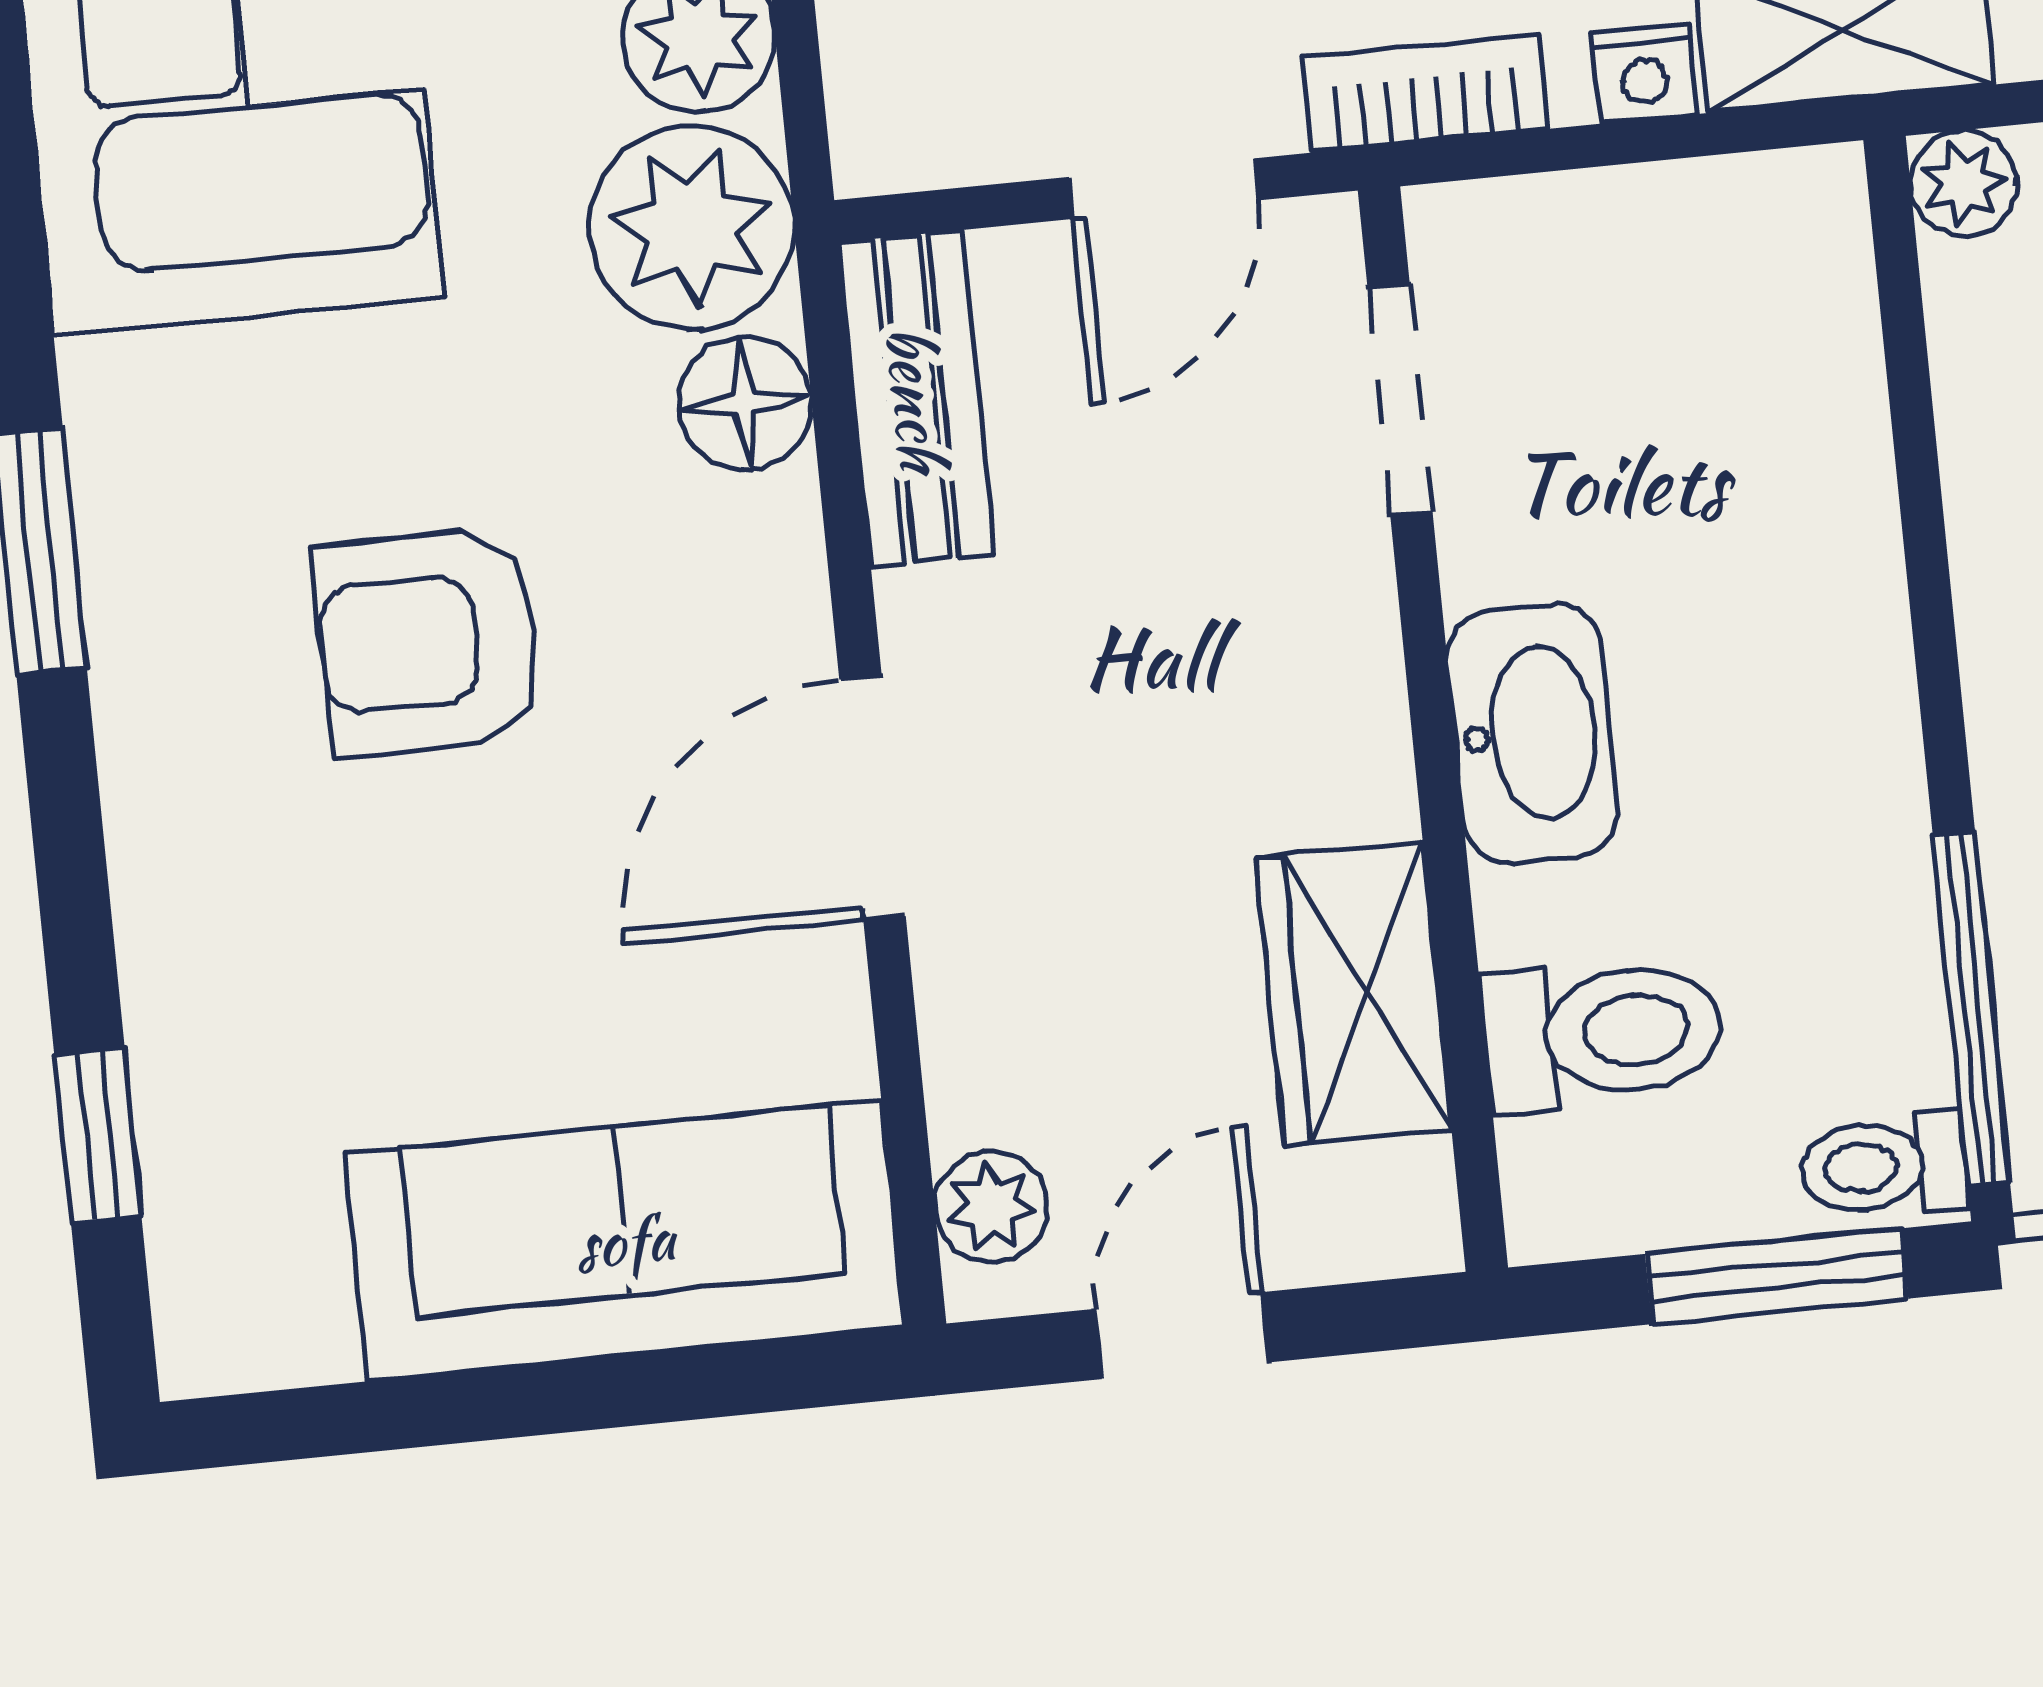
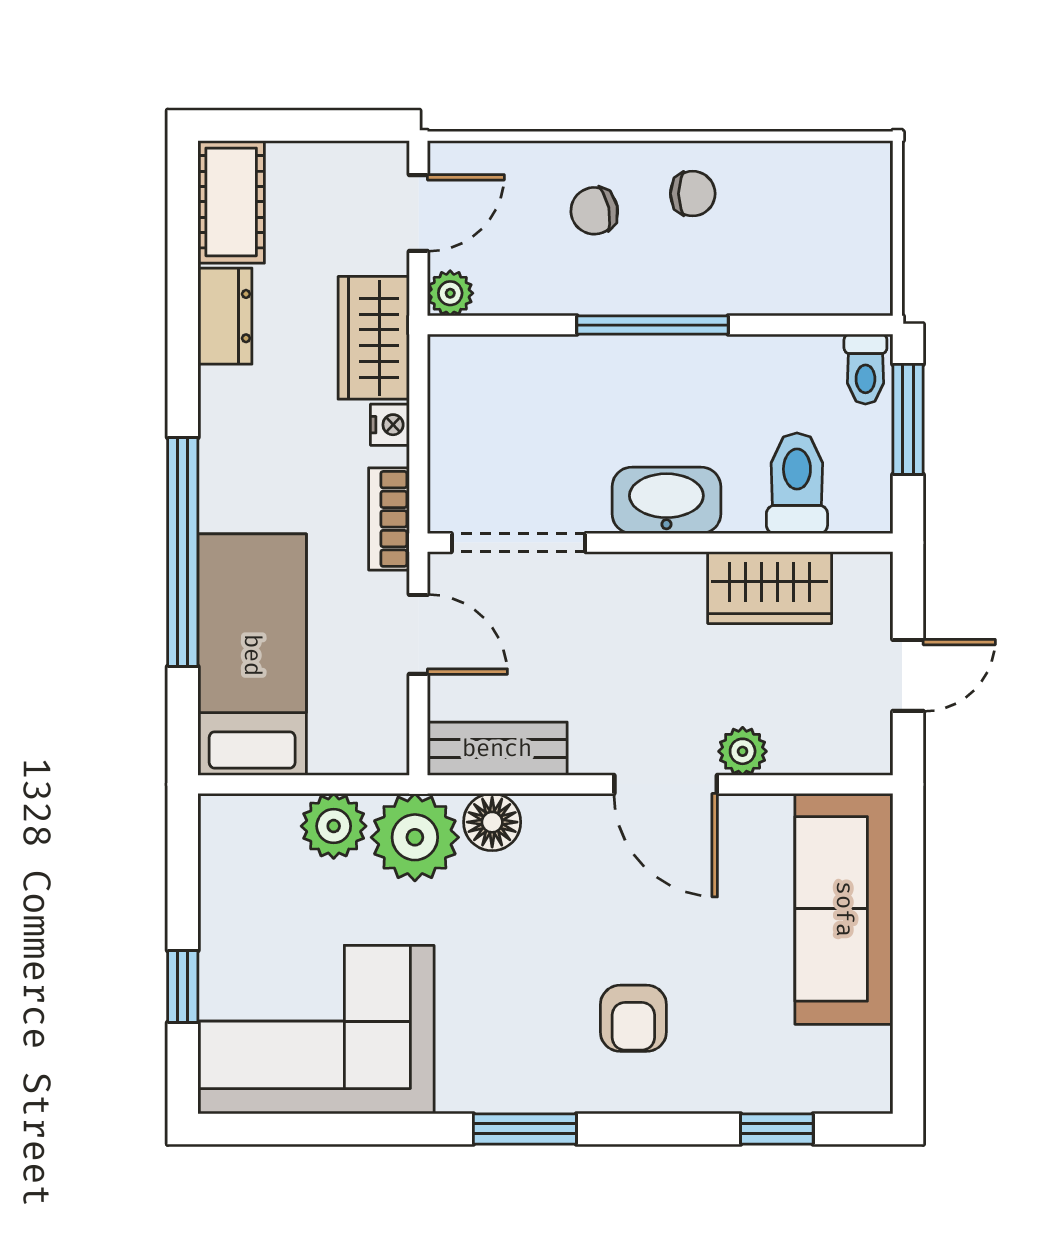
doorway: (1400, 400) -> (518, 543), width x1.38
armchair: (429, 642) -> (633, 1018), moved, width x0.72, depth x0.72
window: (1971, 1009) -> (653, 325), moved
plant: (991, 1207) -> (743, 751), moved
door: (1182, 1336) -> (908, 675), swing flipped

